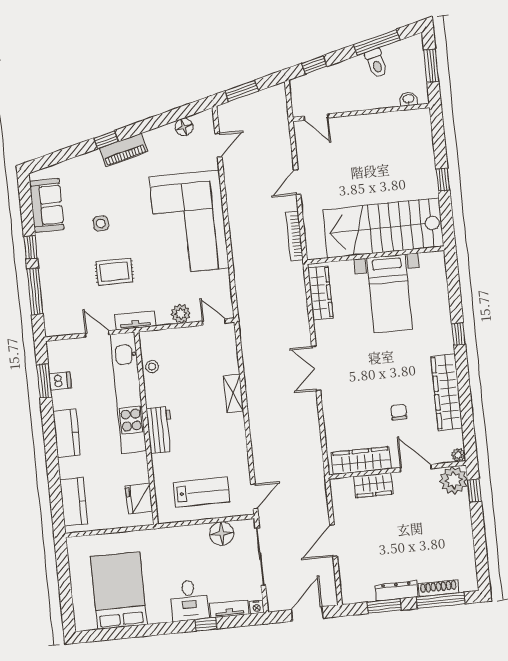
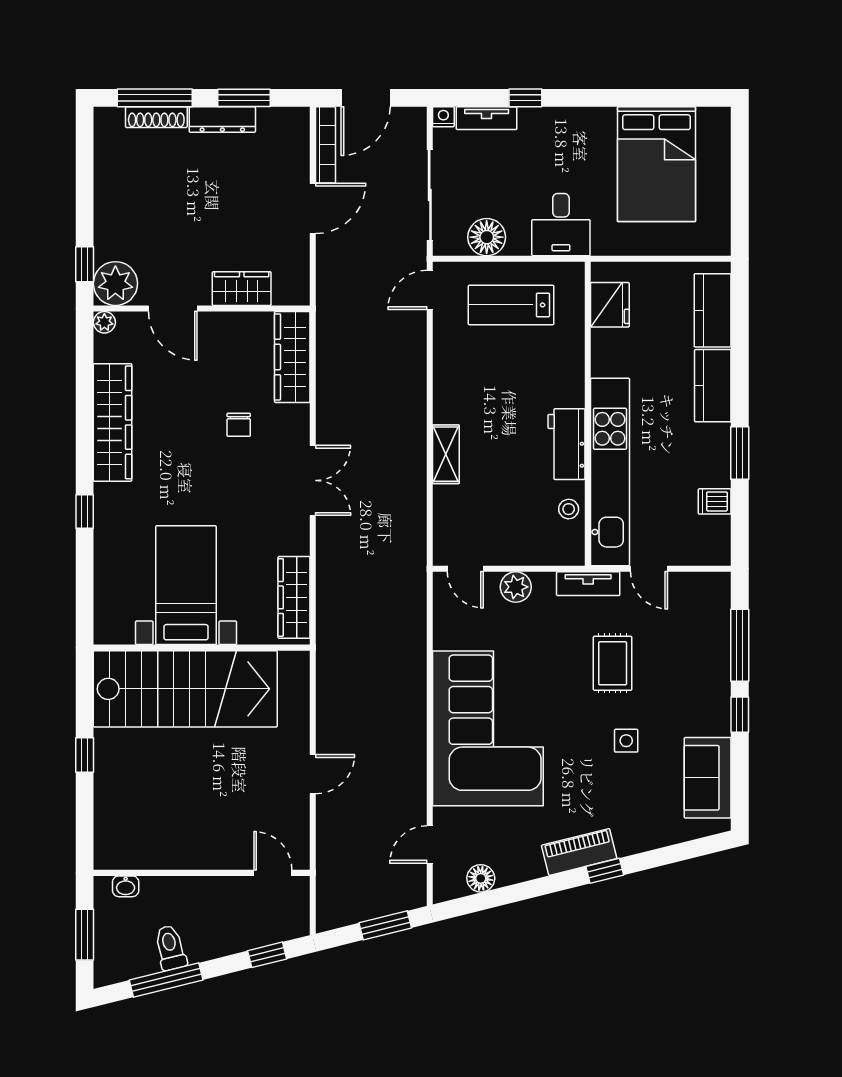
bookcase: (294, 236) -> (326, 145), moved
rug: (114, 272) -> (613, 663), turned 90
window: (44, 381) -> (740, 453), moved
chair: (399, 412) -> (239, 425), moved
workbench: (160, 430) -> (566, 444), moved
kitchen counter: (67, 433) -> (713, 386), moved
wardrobe: (361, 461) -> (292, 357), moved, turned 90
desk: (189, 600) -> (561, 225), moved, turned 180

